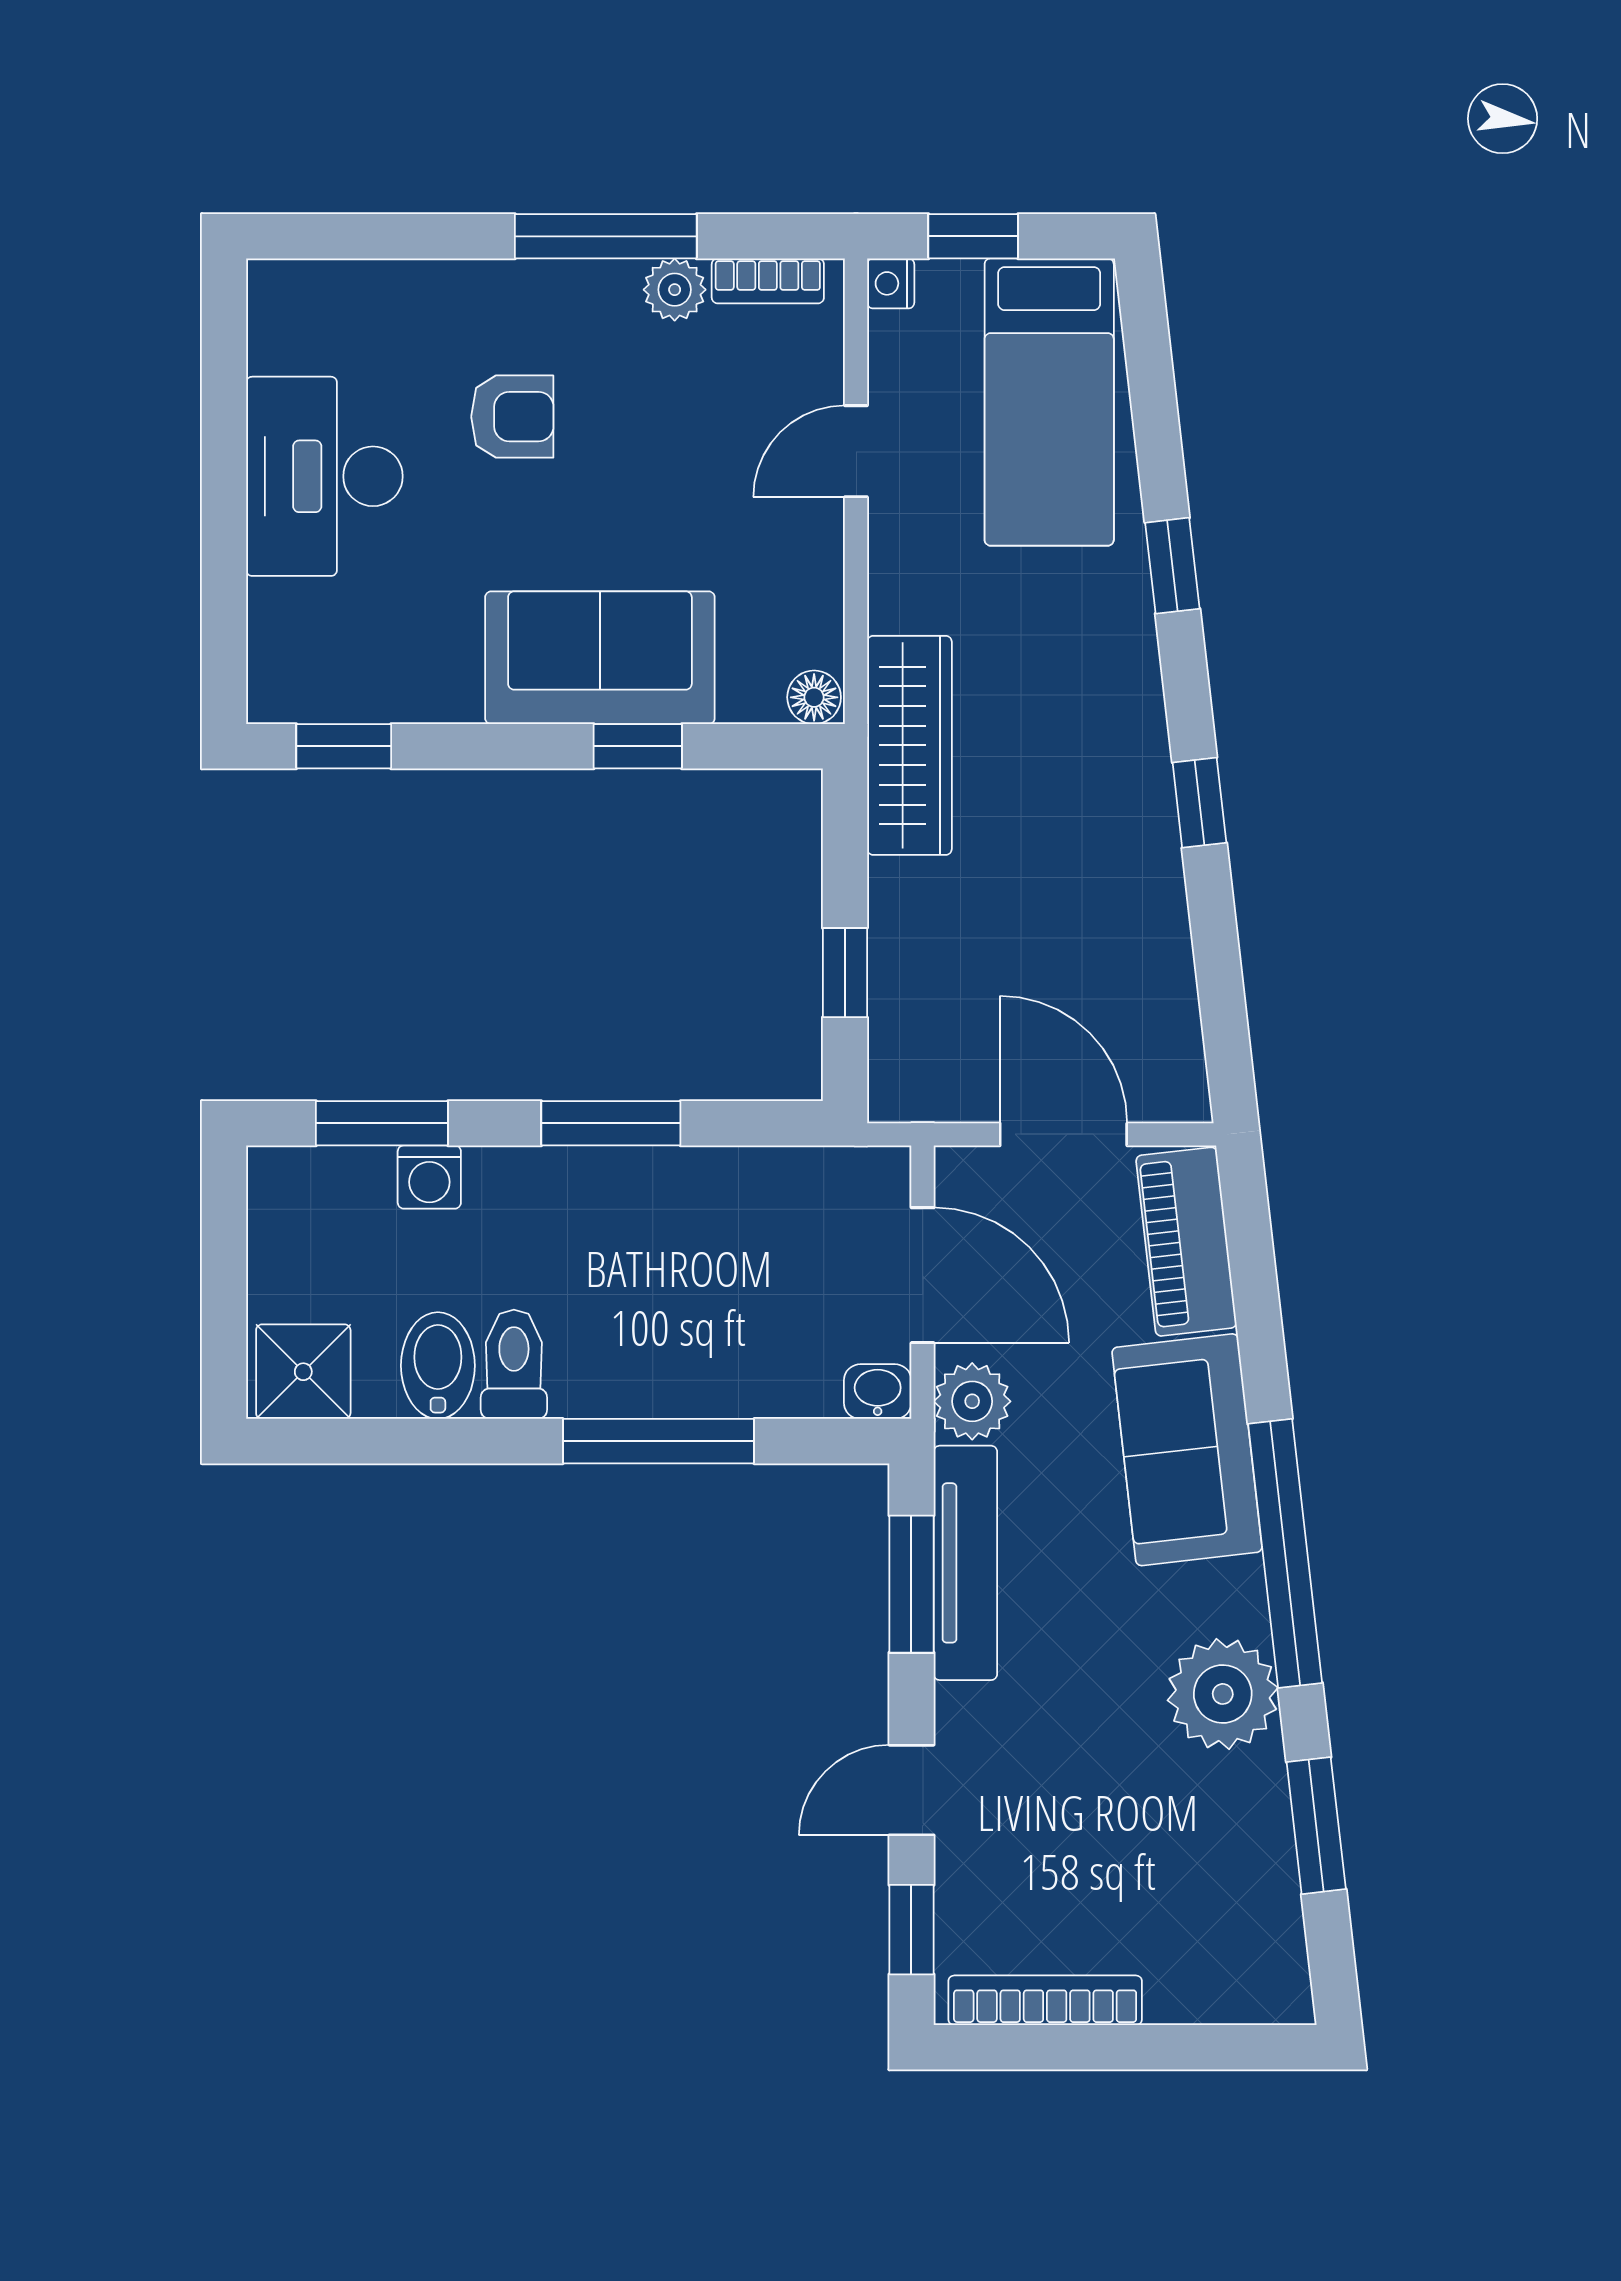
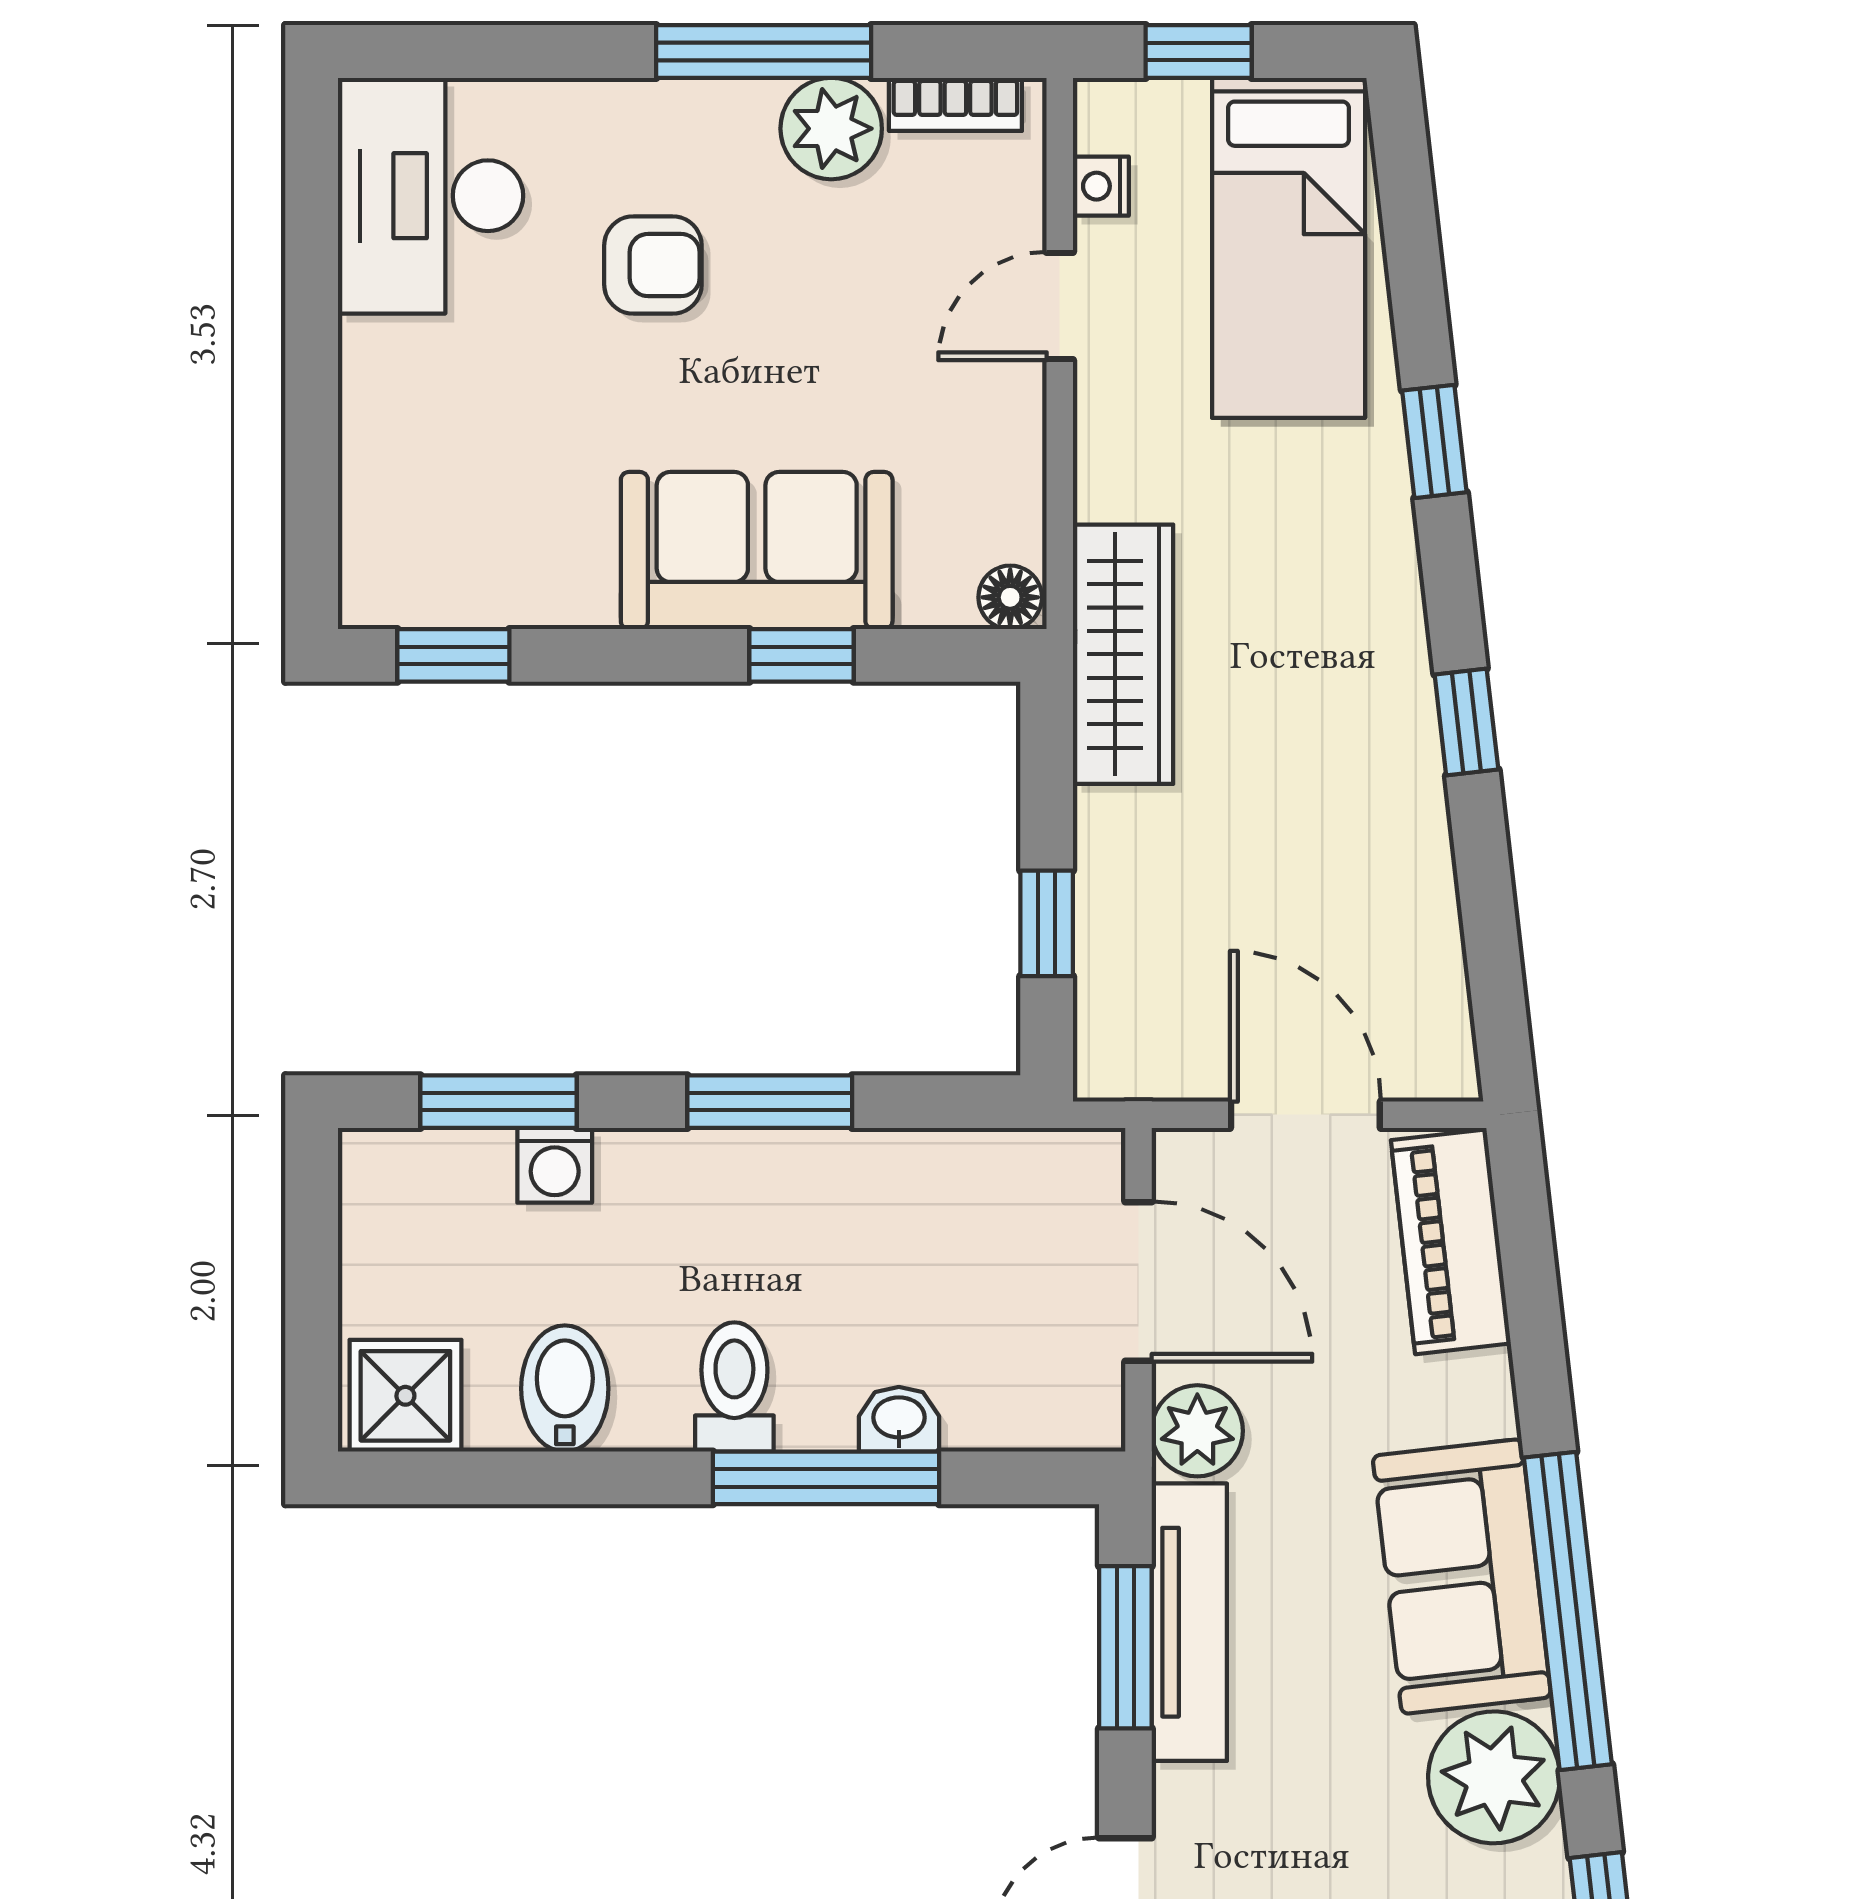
nightstand: (891, 283) -> (1101, 186), moved
plant: (675, 290) -> (831, 129), width x1.38, depth x1.38
desk: (324, 476) -> (431, 196), moved
toilet: (514, 1364) -> (734, 1387), moved
washbasin: (878, 1392) -> (899, 1419), moved
sofa: (1187, 1450) -> (1462, 1577), moved

